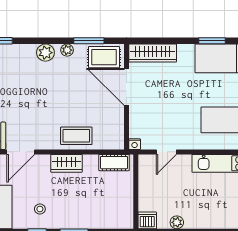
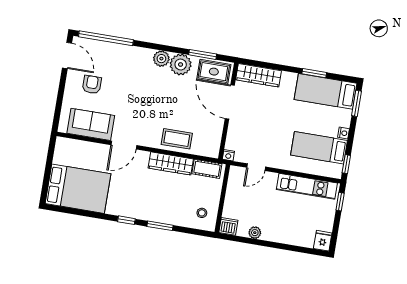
plant: (67, 50) -> (181, 65), width x1.87, depth x1.87
wardrobe: (66, 163) -> (171, 163), width x1.50
stool: (40, 209) -> (202, 213), moved

